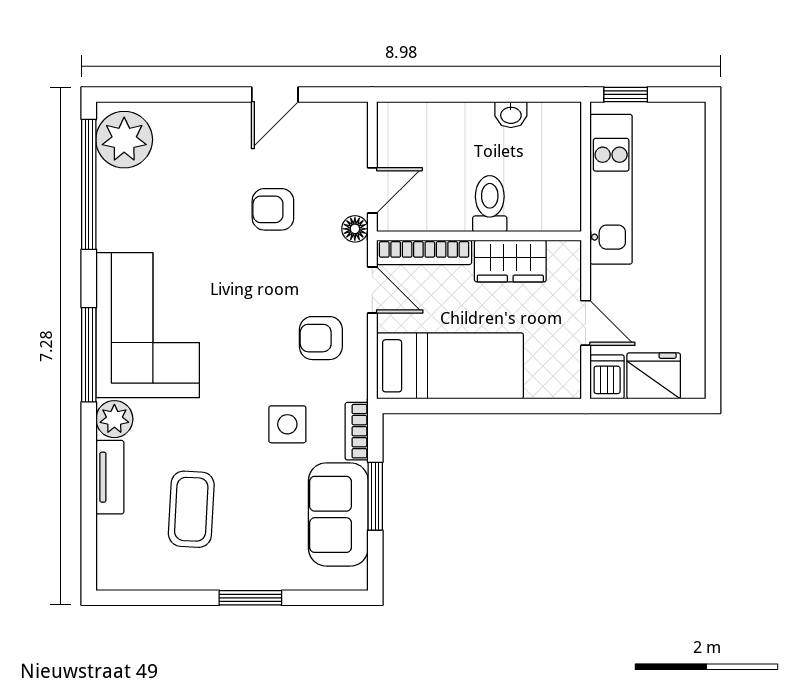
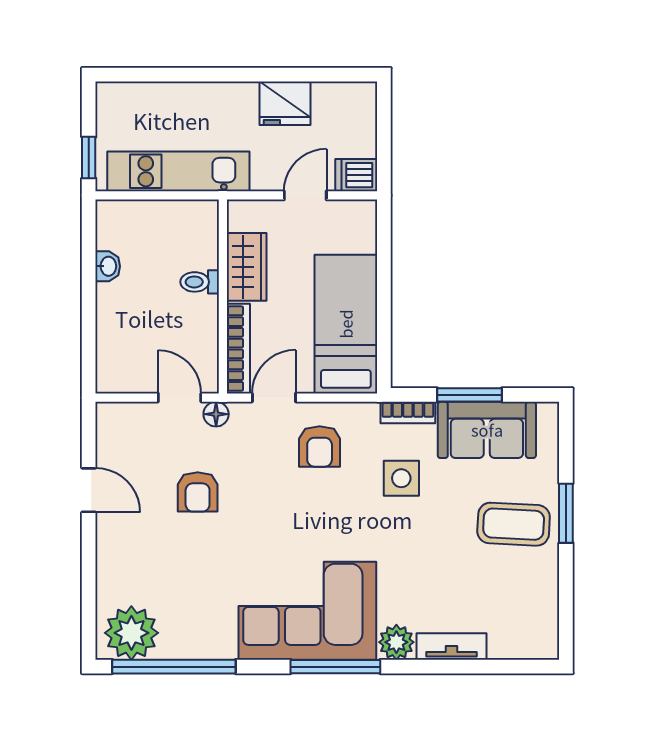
toilet: (490, 204) -> (200, 282), width x0.73, depth x0.72
fridge: (654, 376) -> (285, 103), moved, turned -90
coffee table: (191, 509) -> (514, 524), moved

